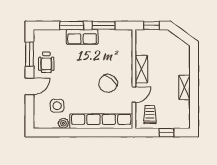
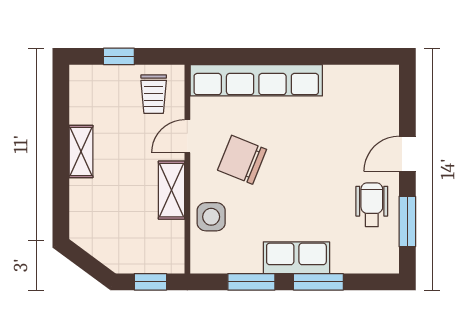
chair: (108, 83) -> (242, 160), turned -107
side table: (57, 106) -> (211, 217), moved
plant: (63, 123) -> (336, 76), removed

